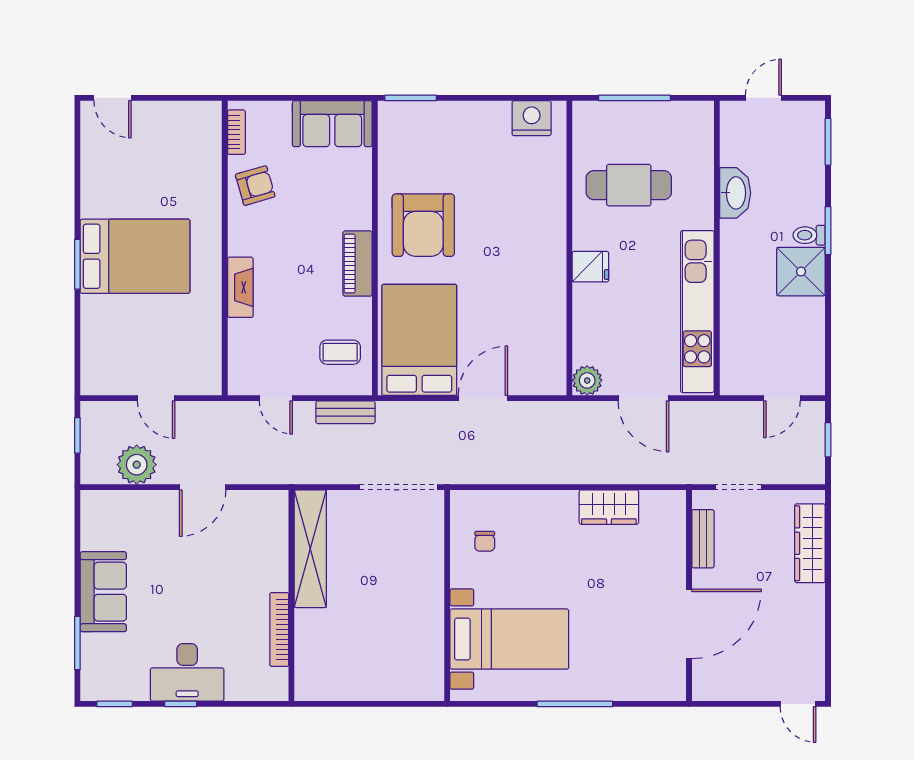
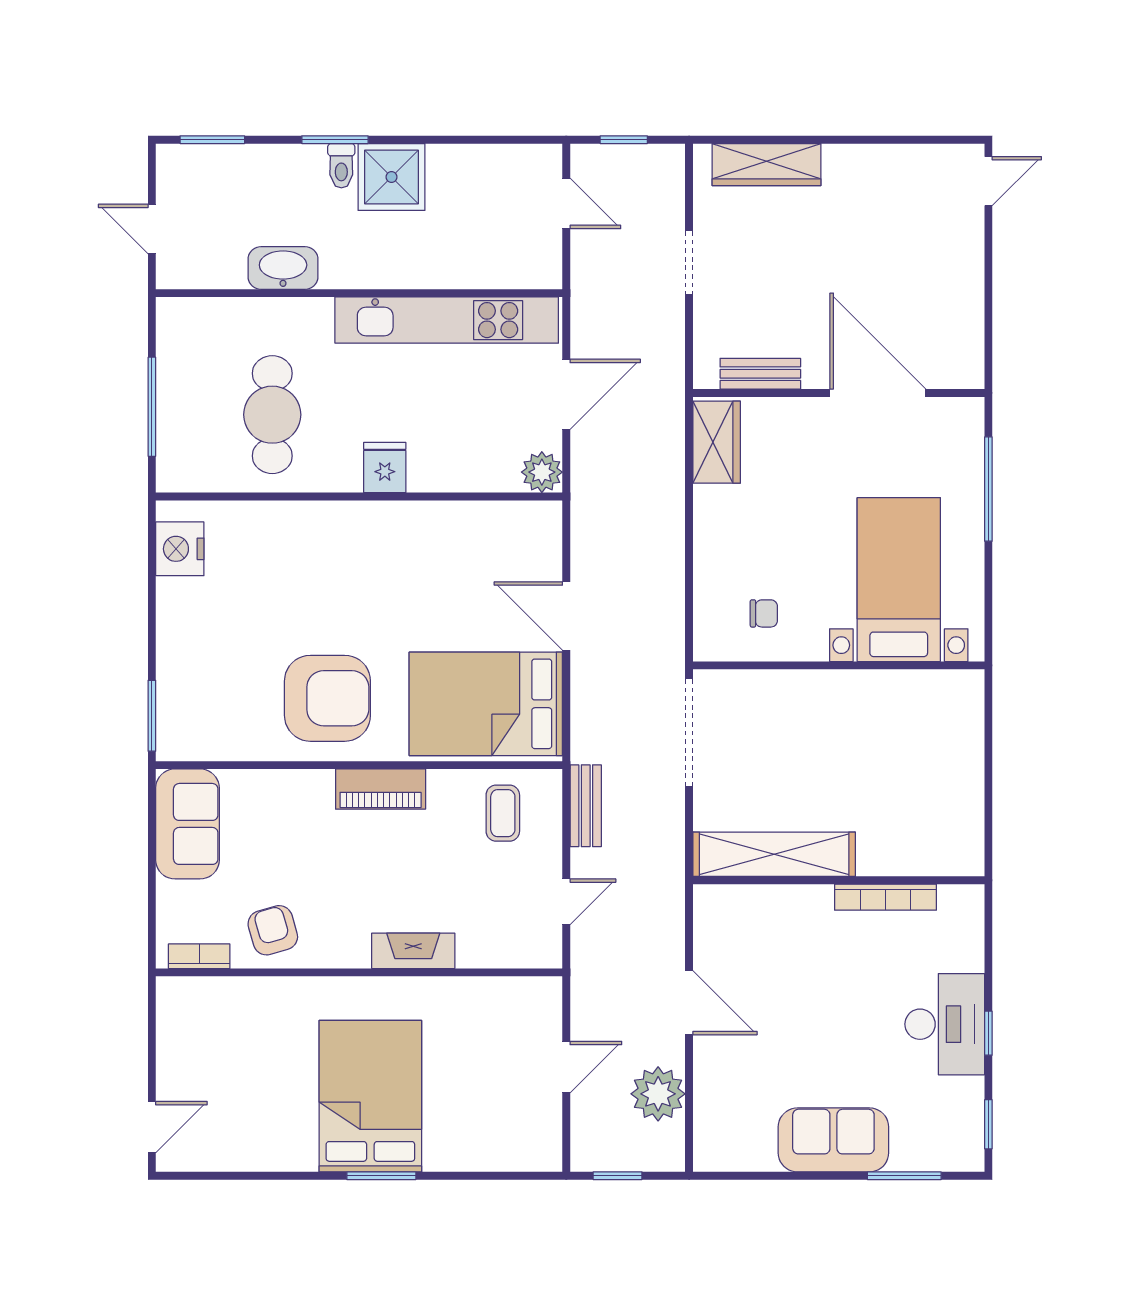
bench: (703, 539) -> (760, 374), moved
wall: (689, 596) -> (839, 393), moved
door: (689, 624) -> (878, 393), moved

